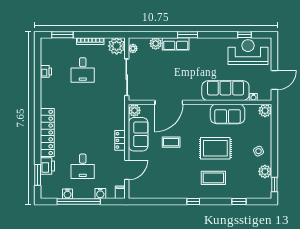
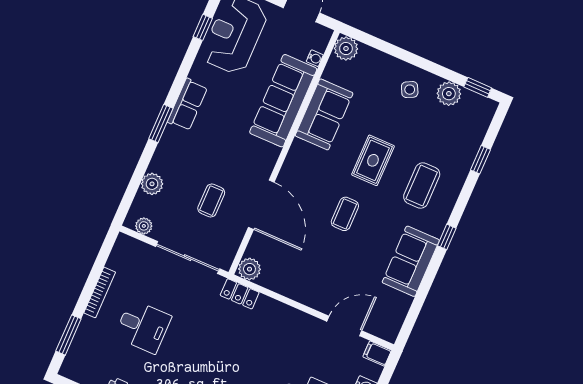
row of seats: (176, 44) -> (187, 105), moved
plant: (117, 46) -> (127, 252), removed
coffee table: (160, 77) -> (211, 201), added
sofa: (138, 134) -> (411, 261), moved, turned -90
locker: (120, 140) -> (240, 294), moved
coffee table: (171, 142) -> (345, 214), moved
rug: (215, 148) -> (373, 160), width x0.73, depth x0.70
door: (127, 170) -> (344, 326), hinge flipped

